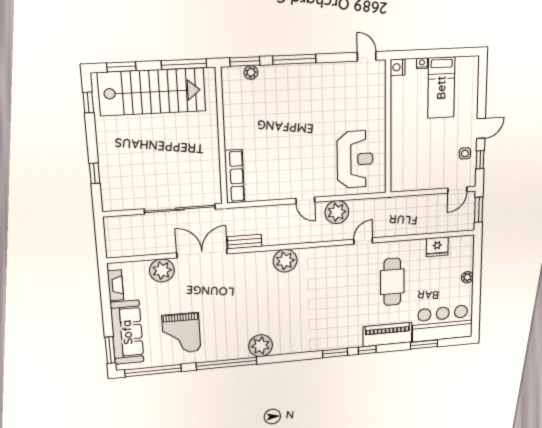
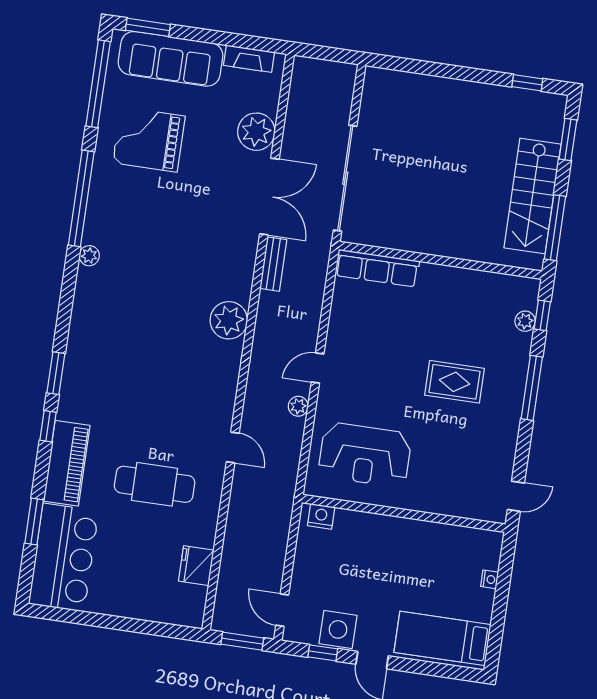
window: (245, 62) -> (542, 315), width x0.67
nightstand: (398, 67) -> (321, 516), moved
bed: (441, 88) -> (442, 638), moved
stairs: (152, 92) -> (532, 196), width x0.73, depth x0.66
rug: (299, 111) -> (454, 382), added
side table: (465, 153) -> (338, 629), width x1.87, depth x1.87
window: (95, 173) -> (425, 68), removed
plant: (337, 212) -> (298, 406), width x0.53, depth x0.53
plant: (467, 277) -> (133, 609), removed
plant: (261, 346) -> (89, 256), width x0.53, depth x0.53

